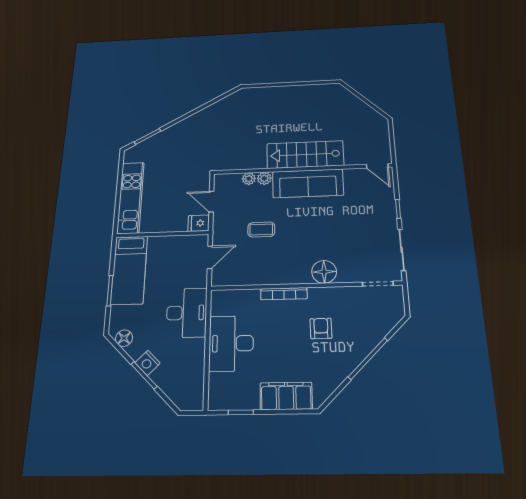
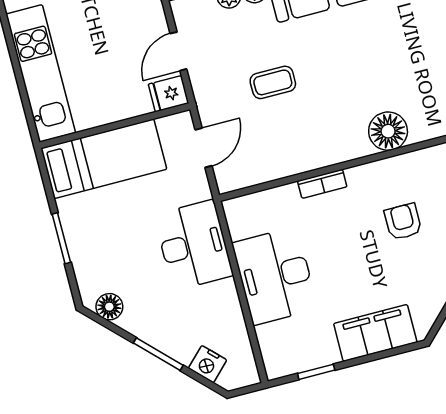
door: (211, 202) -> (178, 51), hinge flipped
bed: (129, 270) -> (104, 159), moved, turned -90
bookcase: (284, 294) -> (322, 184), width x0.64
nightstand: (148, 363) -> (208, 364), moved

